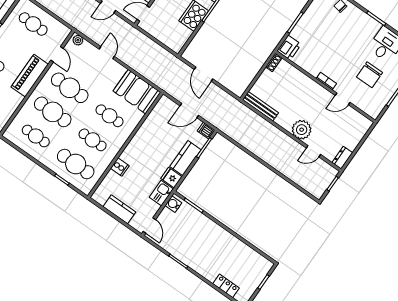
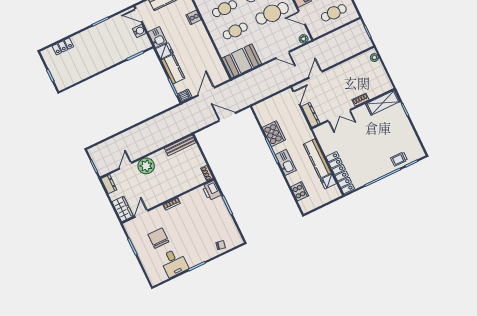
door: (343, 99) -> (141, 214), moved
wardrobe: (360, 129) -> (123, 209), added
water cooler: (173, 204) -> (139, 31), moved

